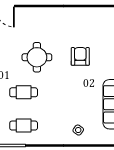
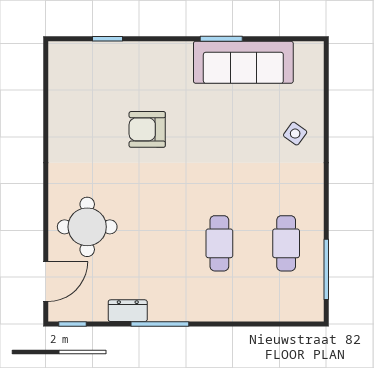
round table: (37, 57) -> (87, 227), moved

